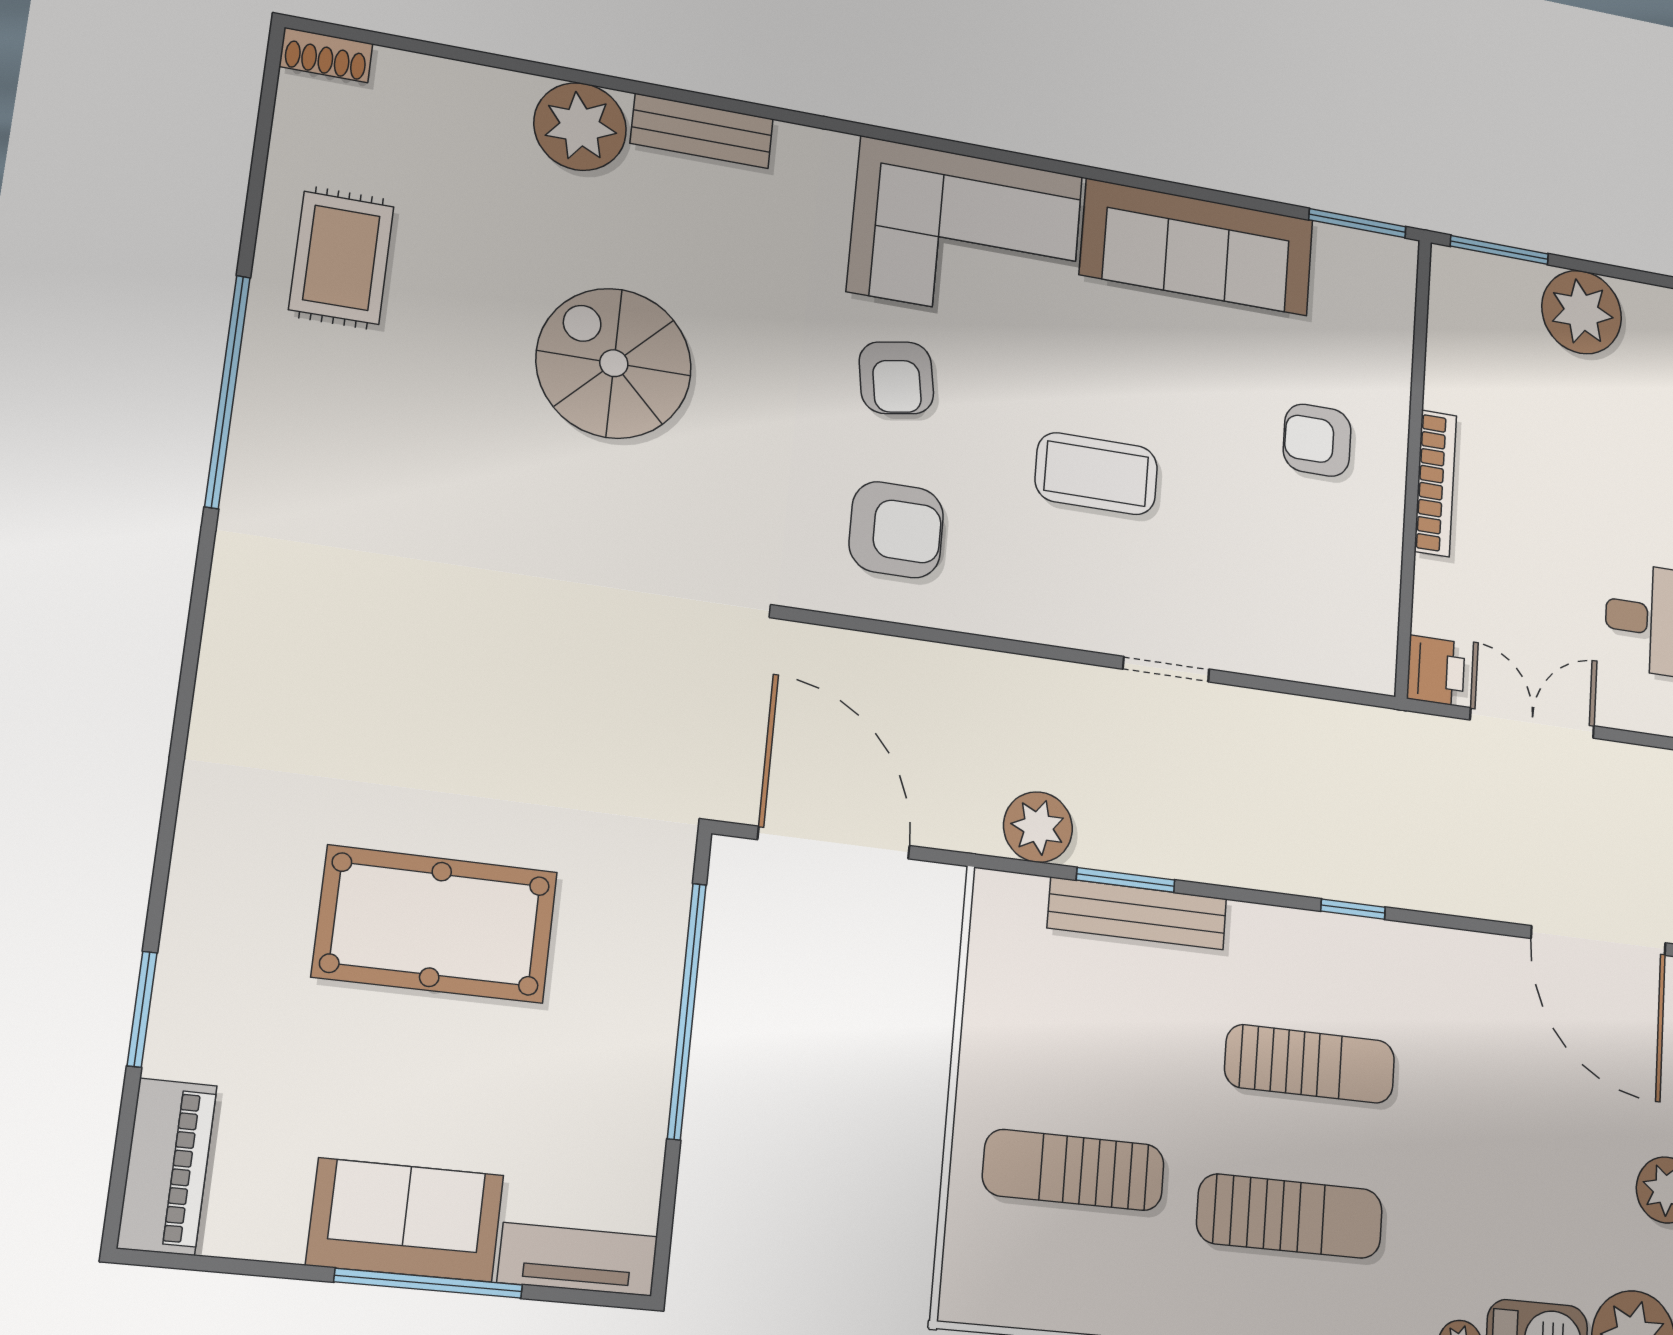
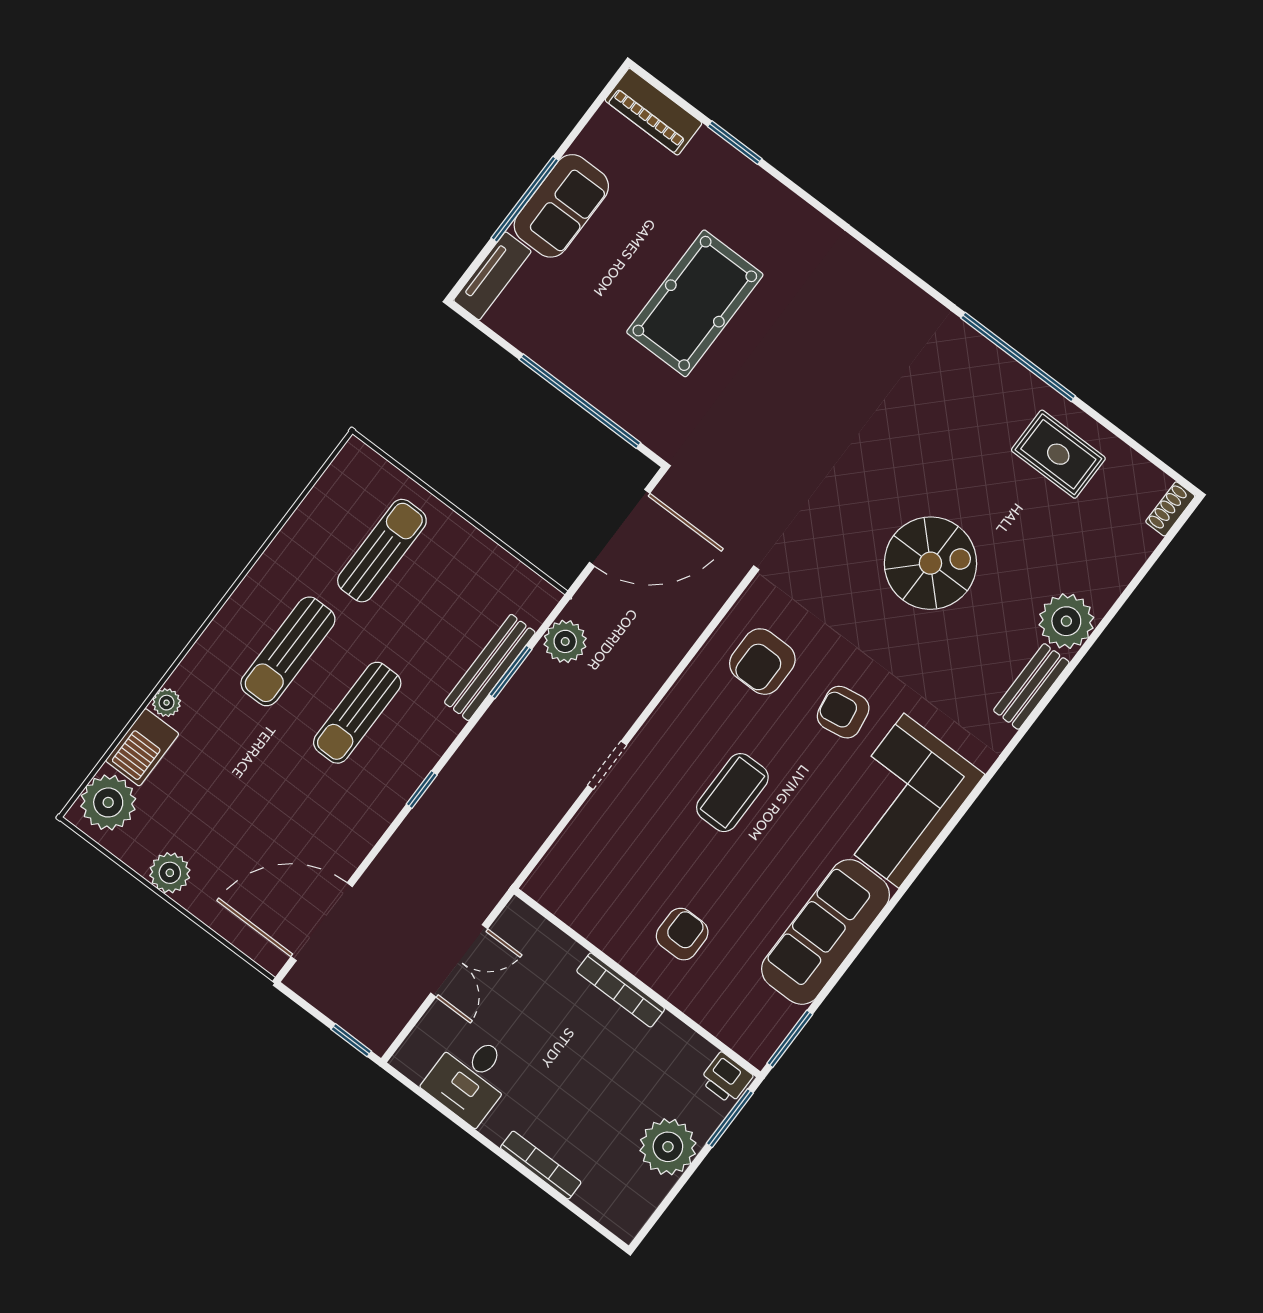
printer: (1436, 671) -> (726, 1078), moved

